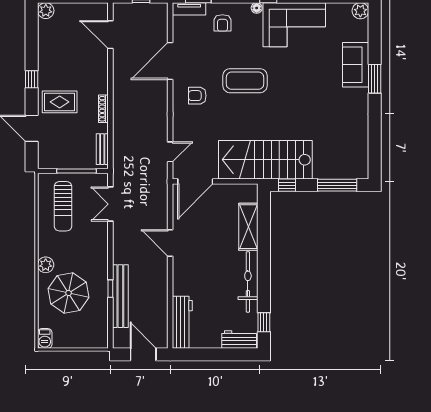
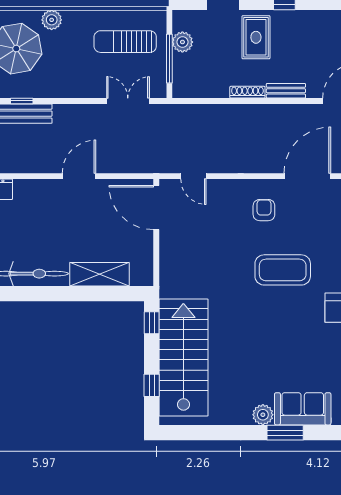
door: (170, 61) -> (307, 176), hinge flipped
coffee table: (245, 81) -> (283, 270), turned 90
plant: (360, 97) -> (263, 415), added
bench: (102, 149) -> (286, 91), moved
stairs: (265, 160) -> (183, 357), moved
plant: (63, 161) -> (182, 42), added
window: (337, 185) -> (152, 385), width x0.46

